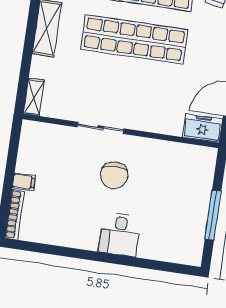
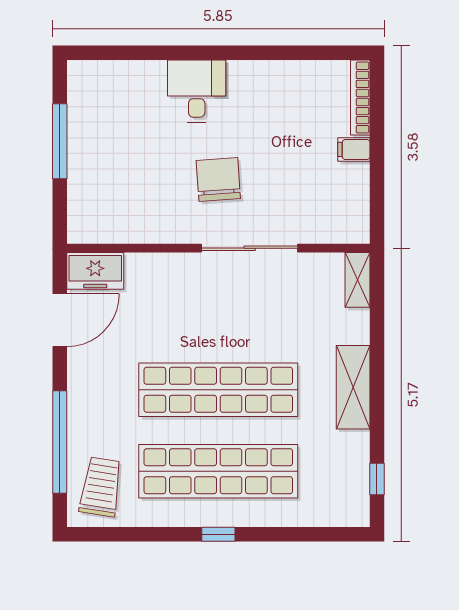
sliding door: (101, 128) -> (250, 248), width x1.37

